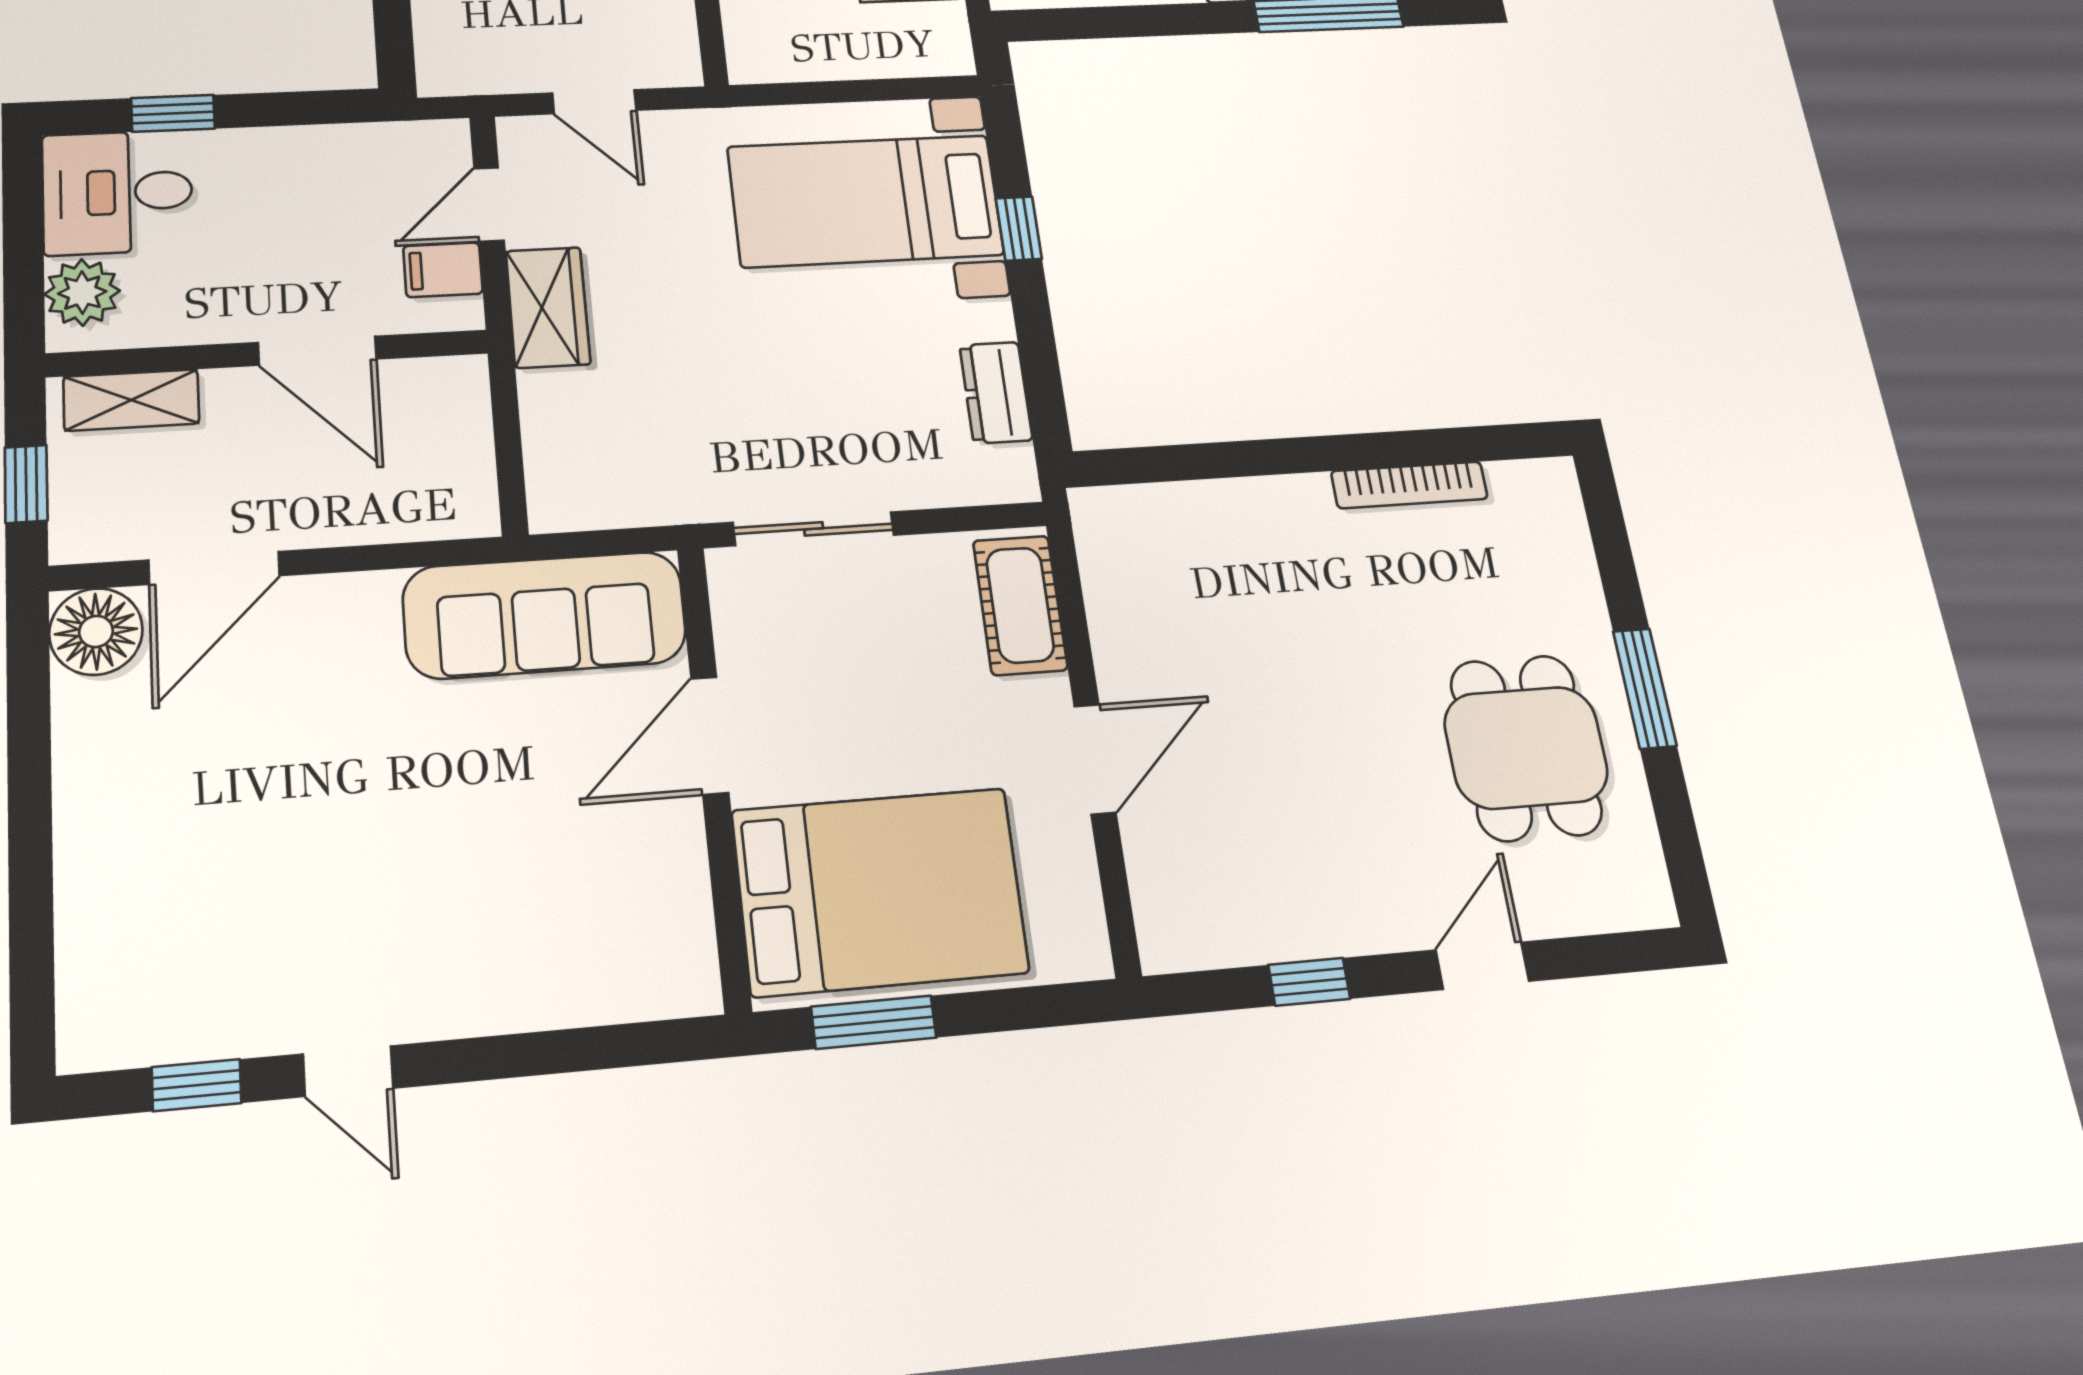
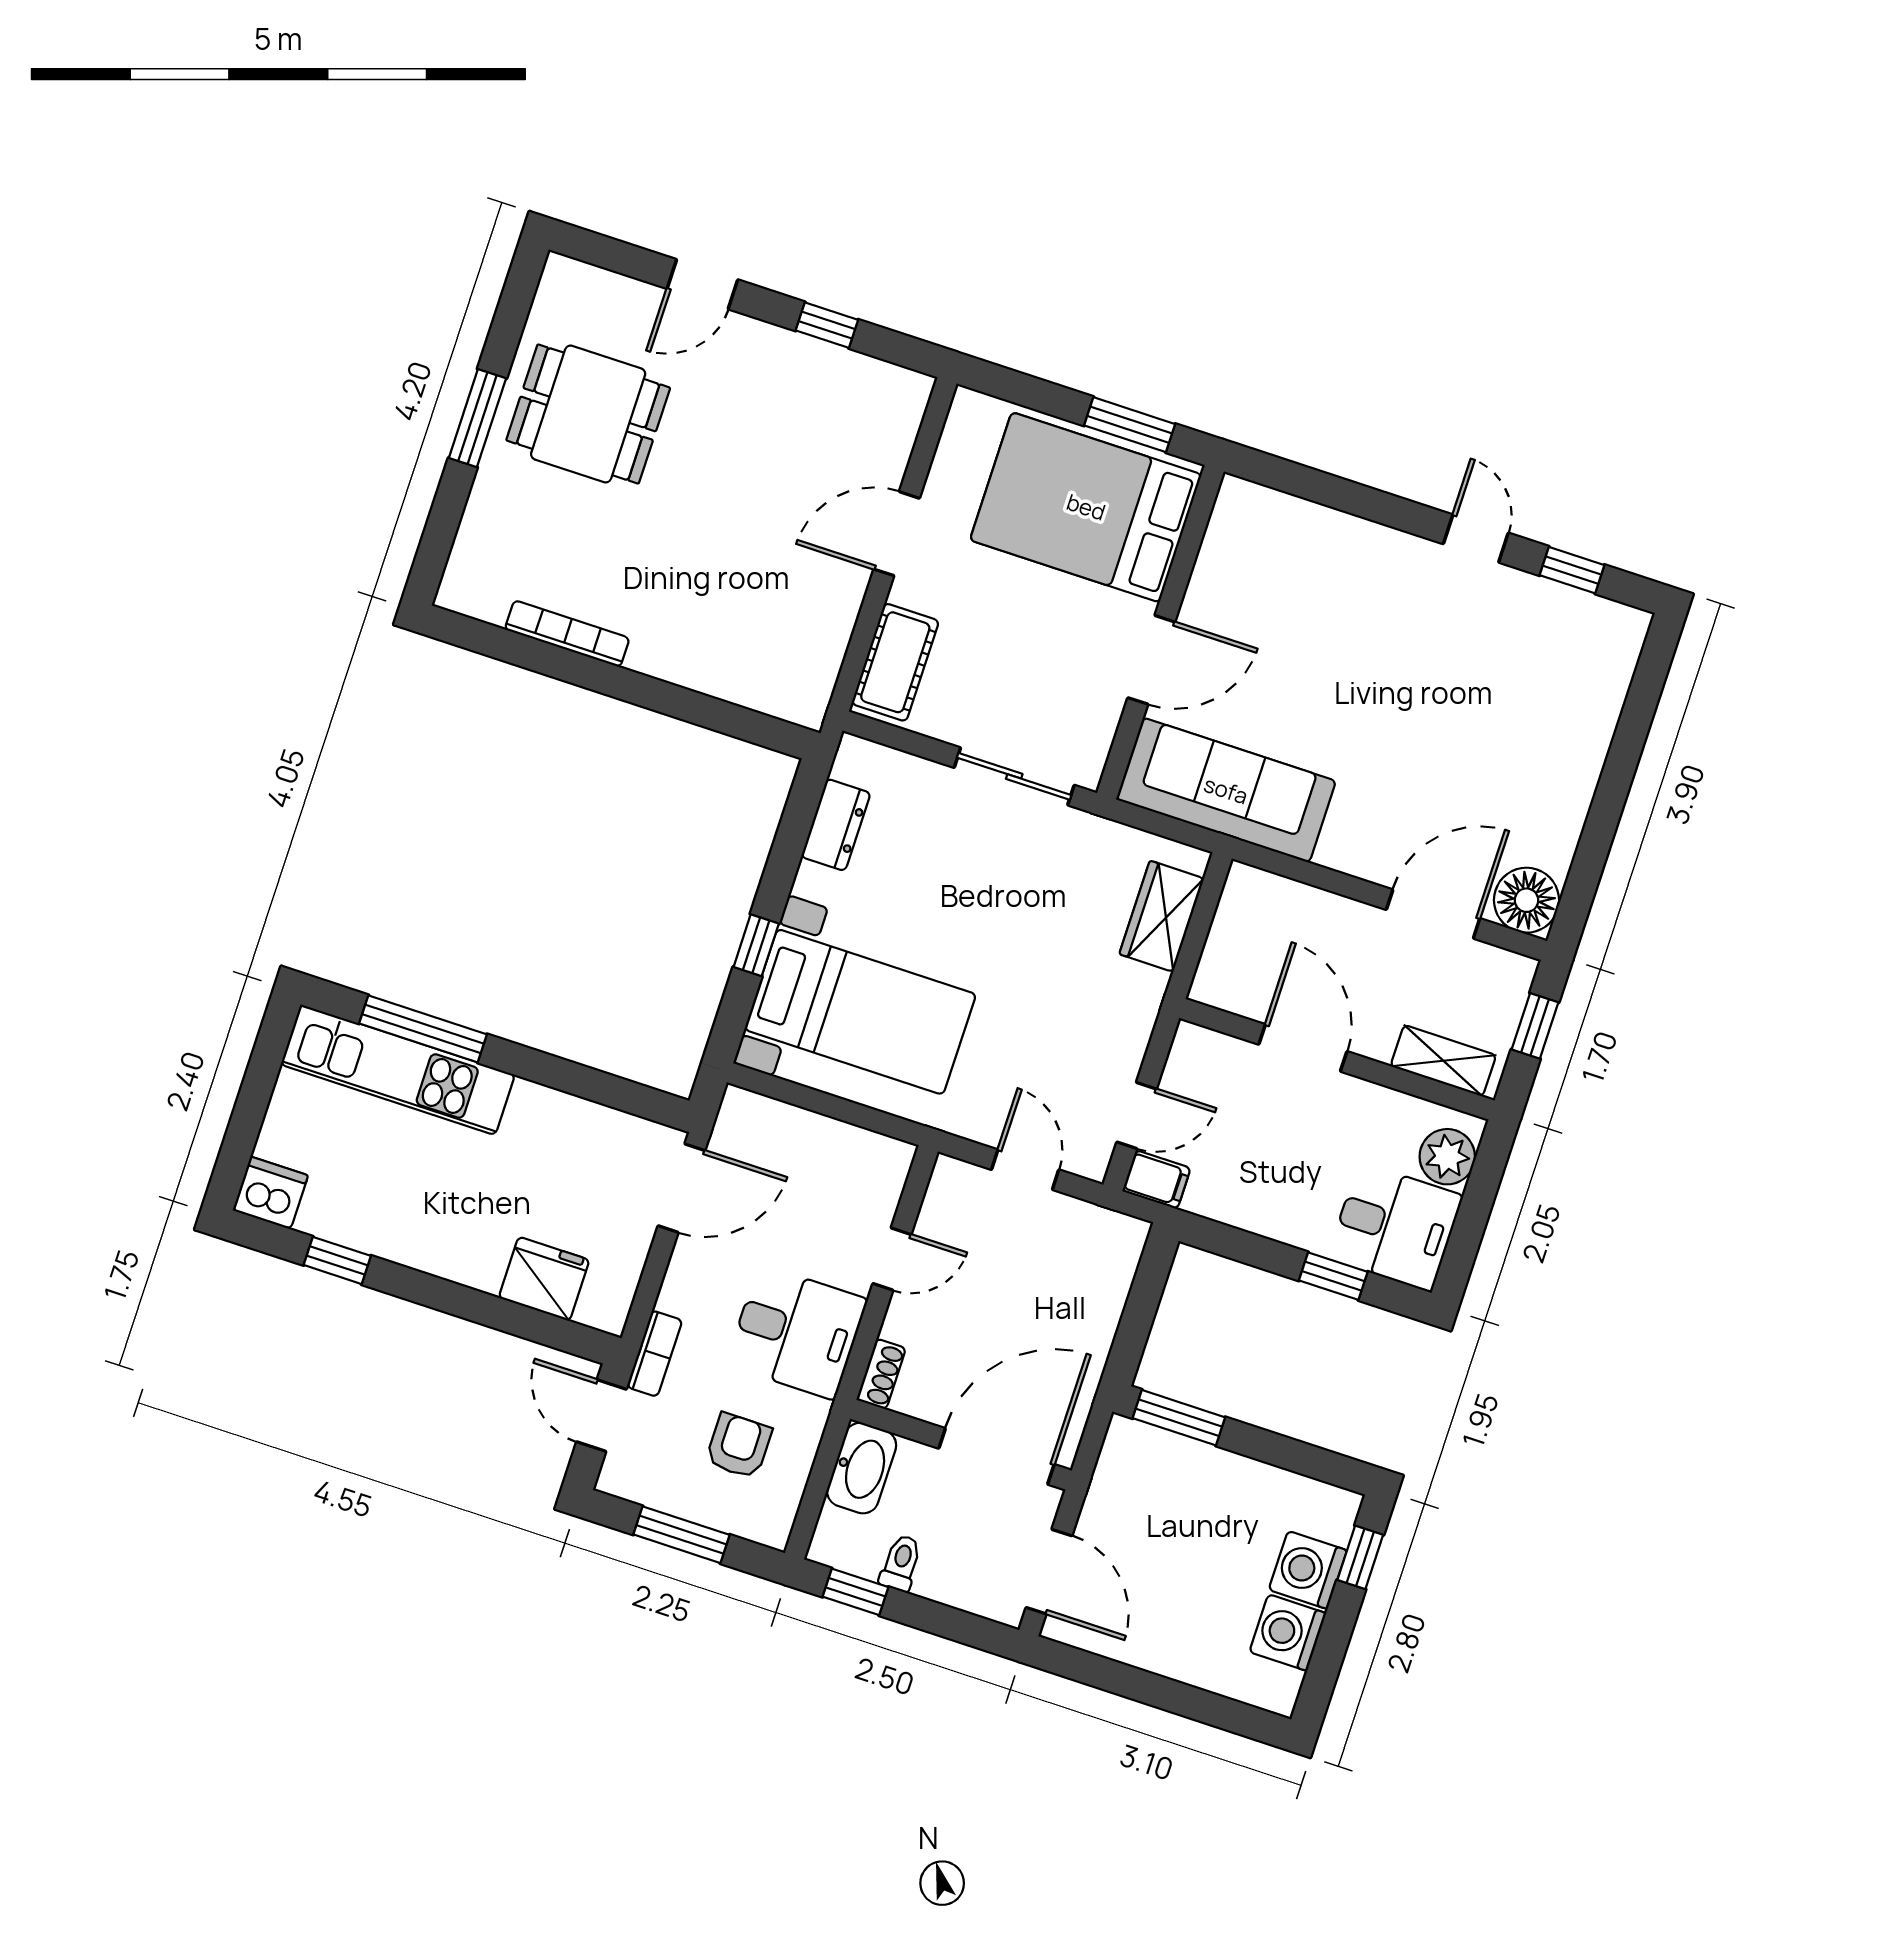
filing cabinet: (443, 270) -> (1157, 1180), moved
wardrobe: (548, 307) -> (1162, 916), moved
dining table: (1526, 748) -> (588, 414), turned 90

